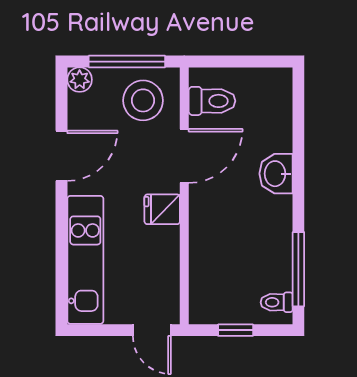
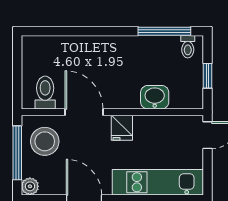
washbasin: (276, 174) -> (155, 97), moved, turned 180

